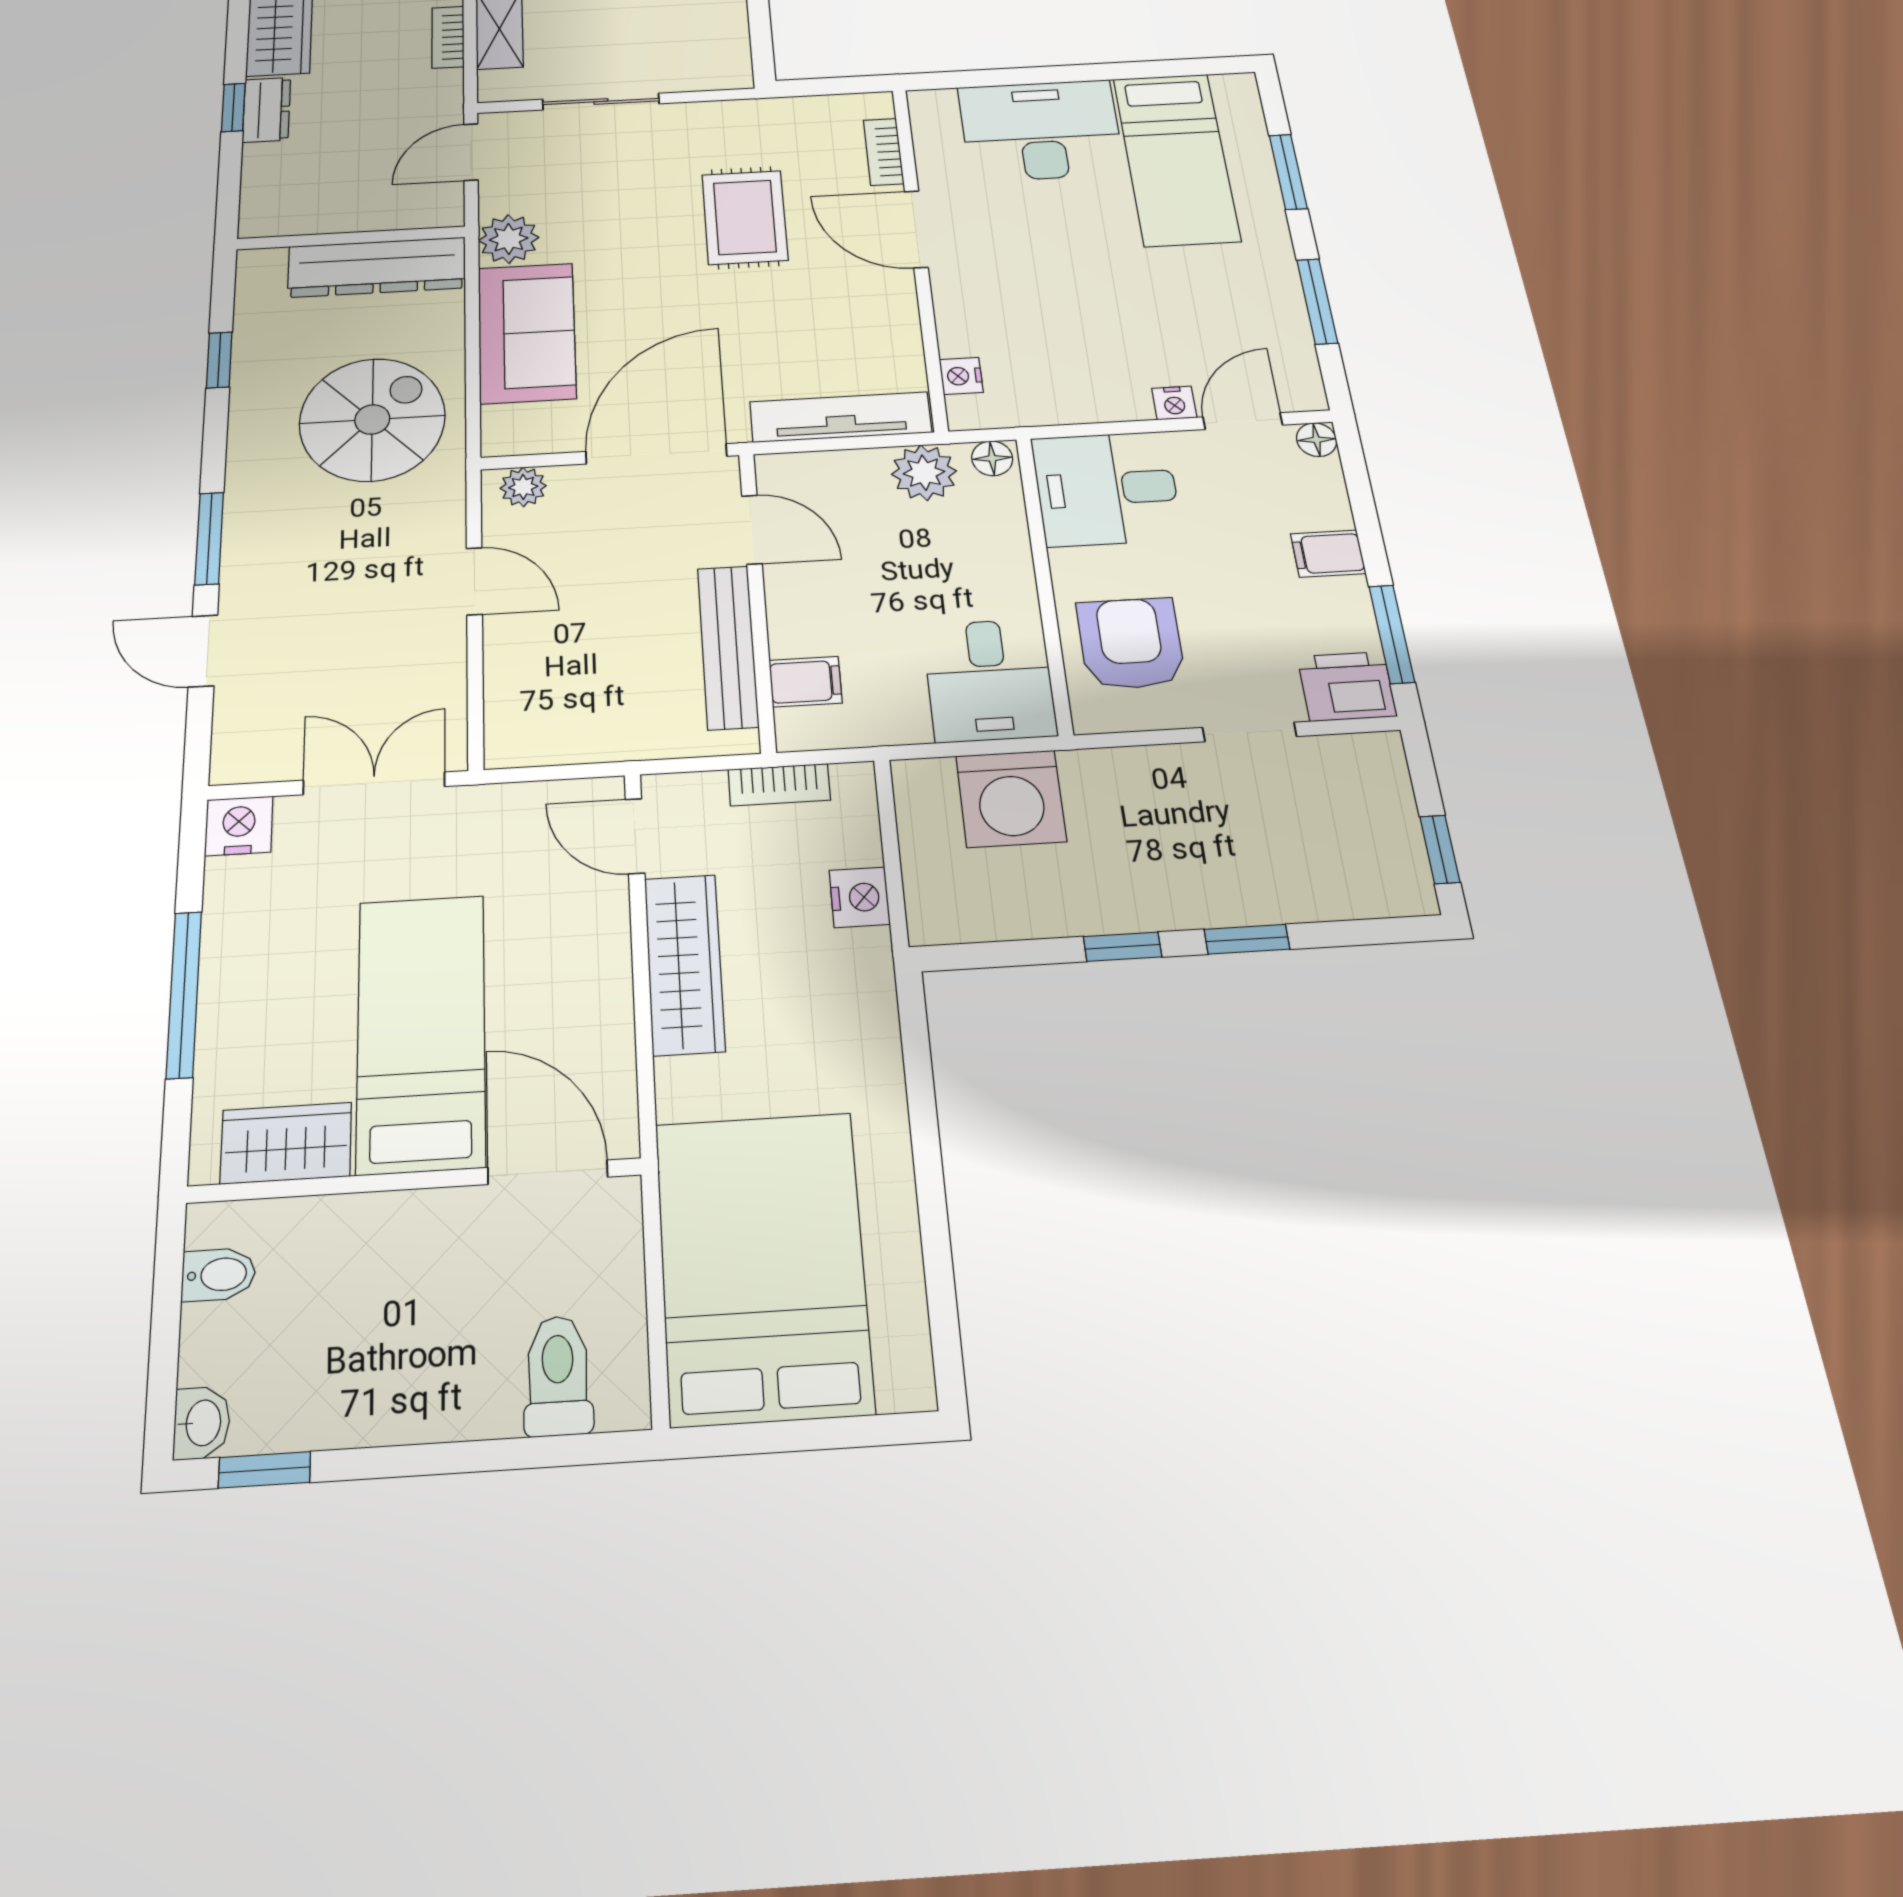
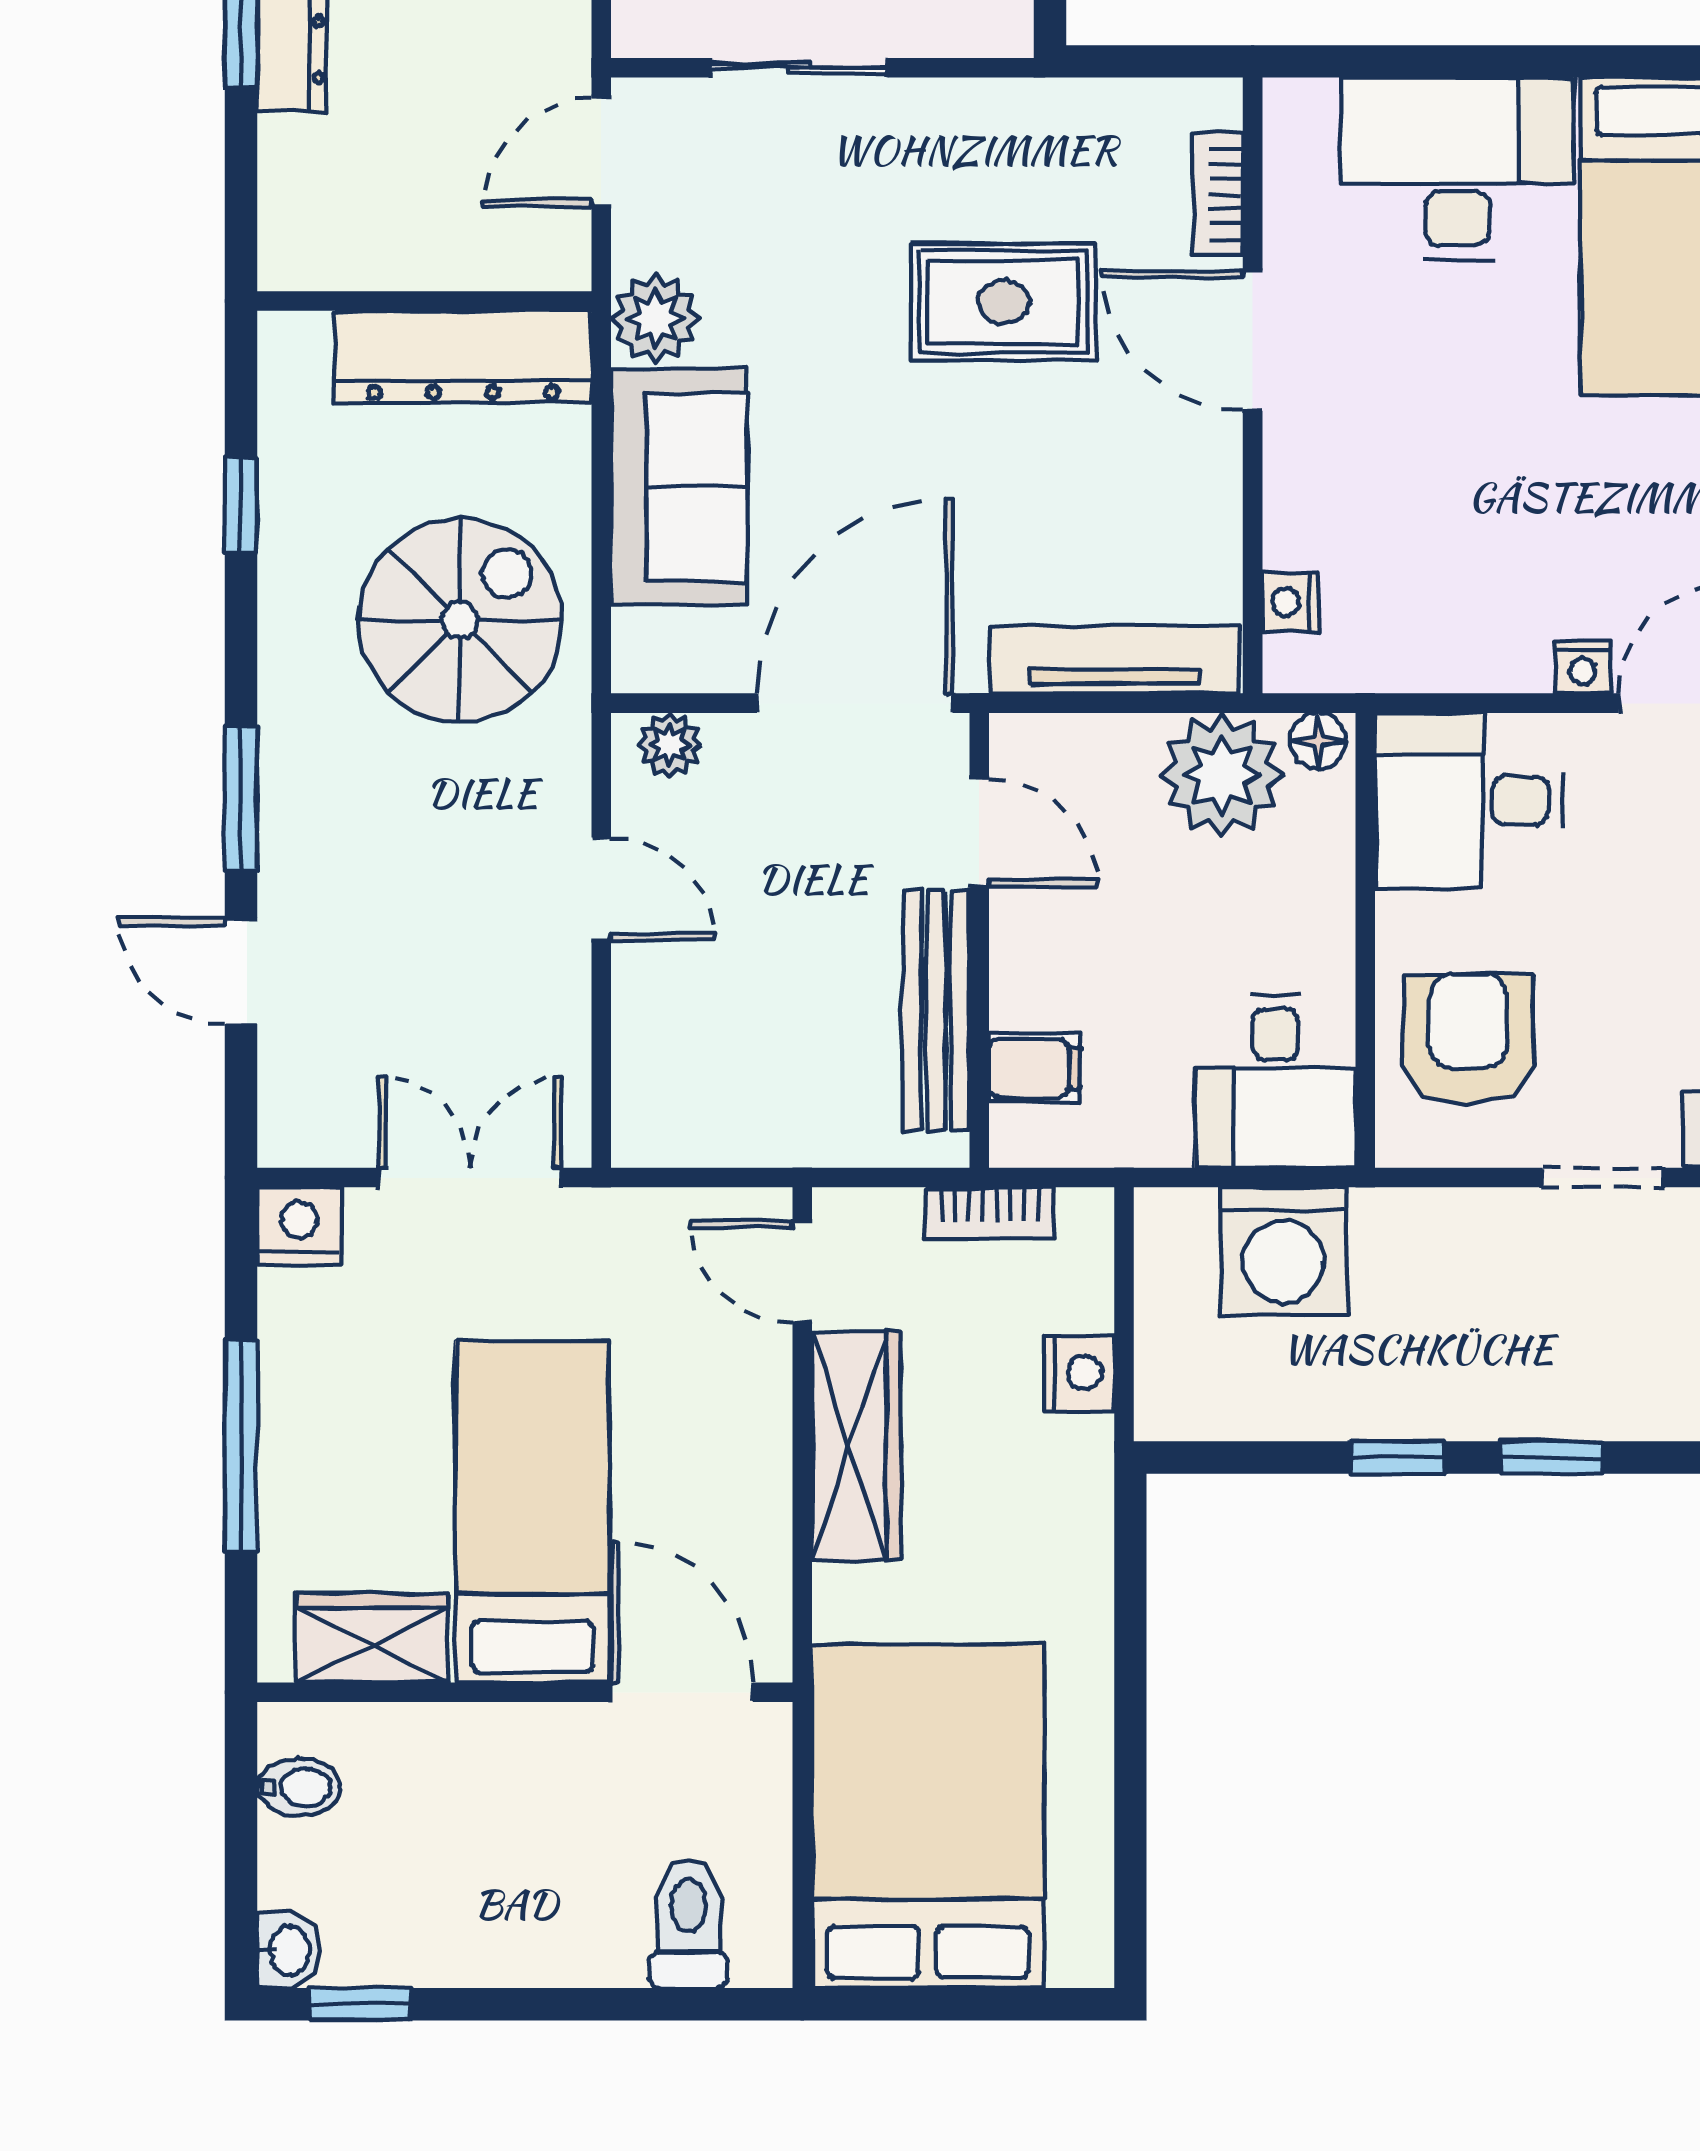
rug: (745, 217) -> (1003, 302), turned 90
plant: (924, 473) -> (1222, 774), width x1.36, depth x1.36

